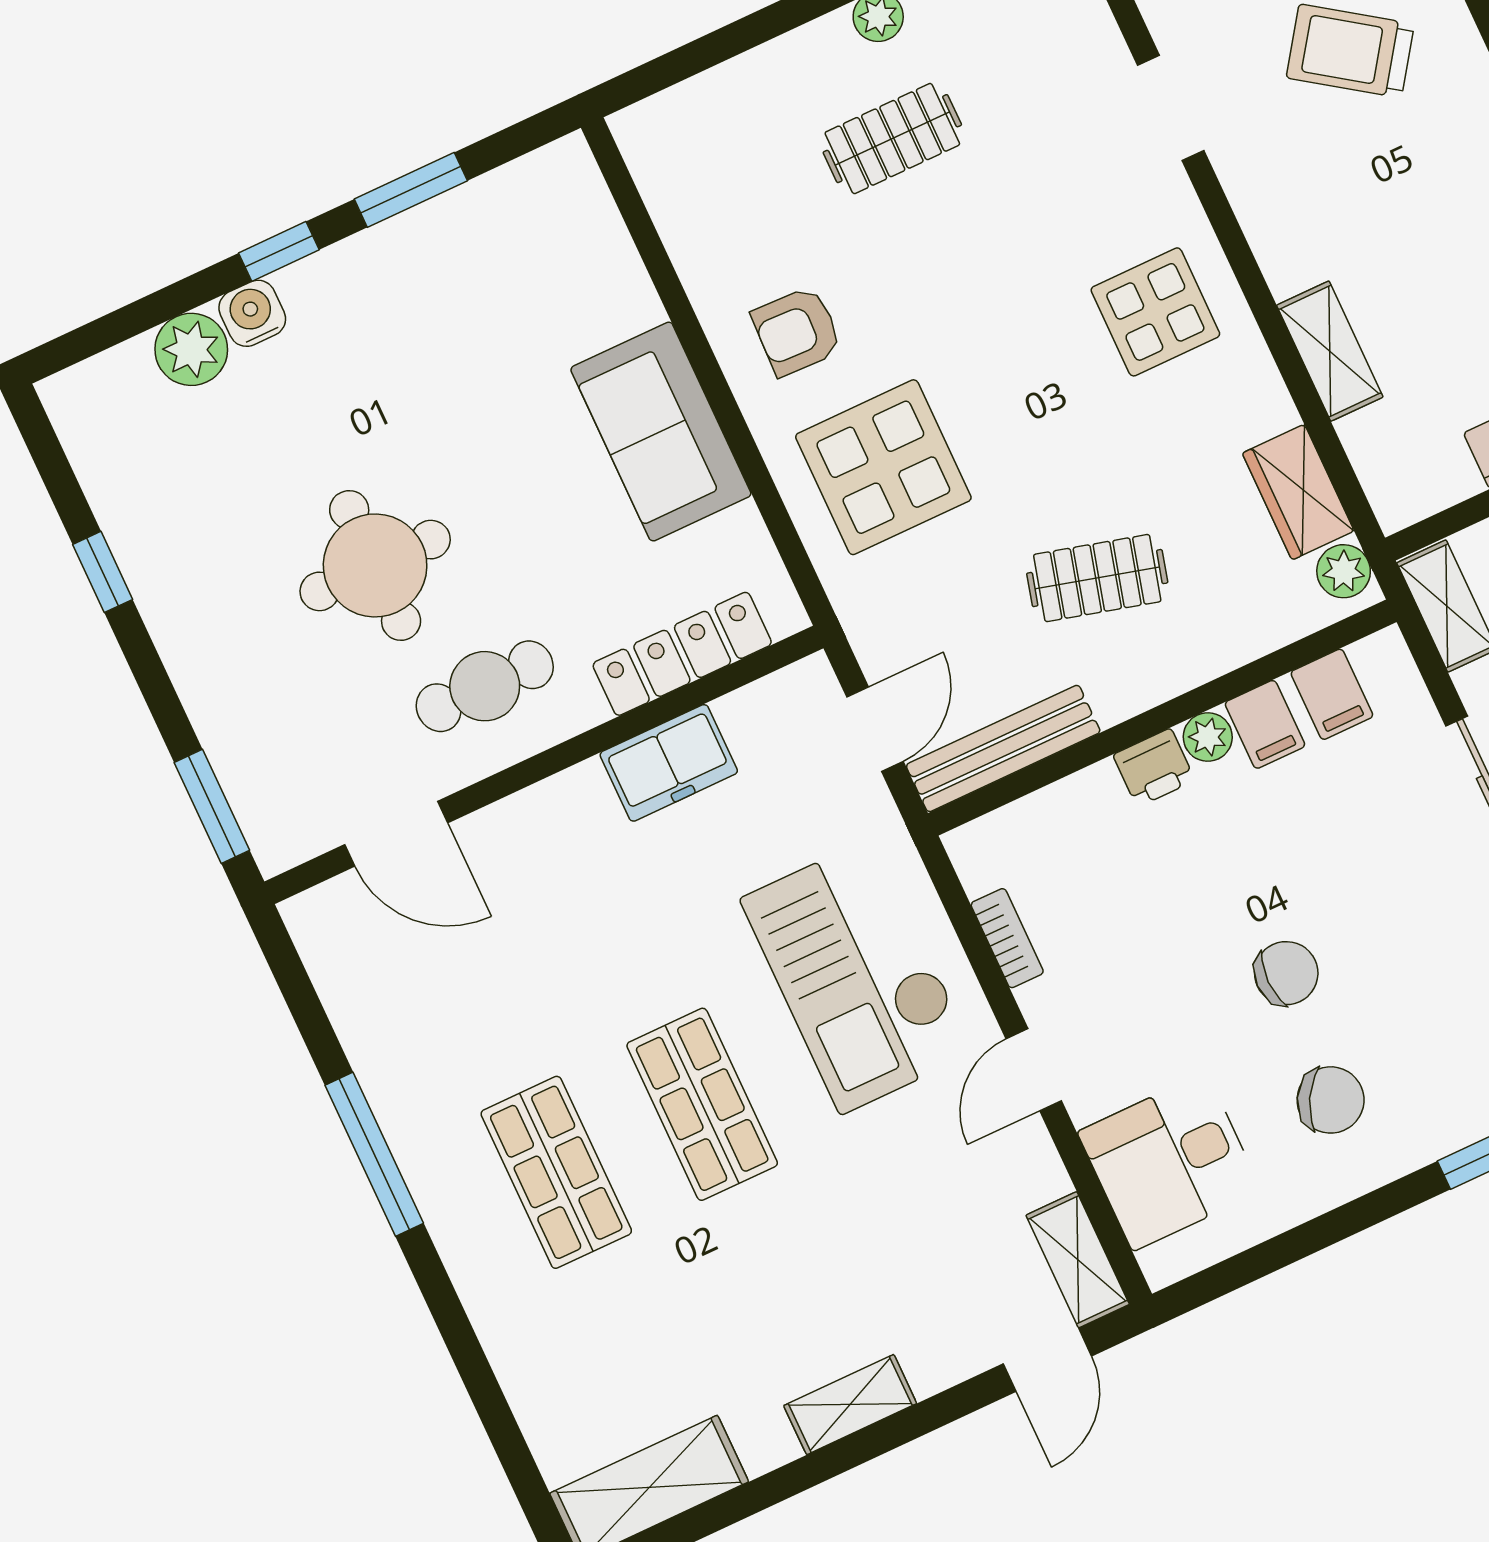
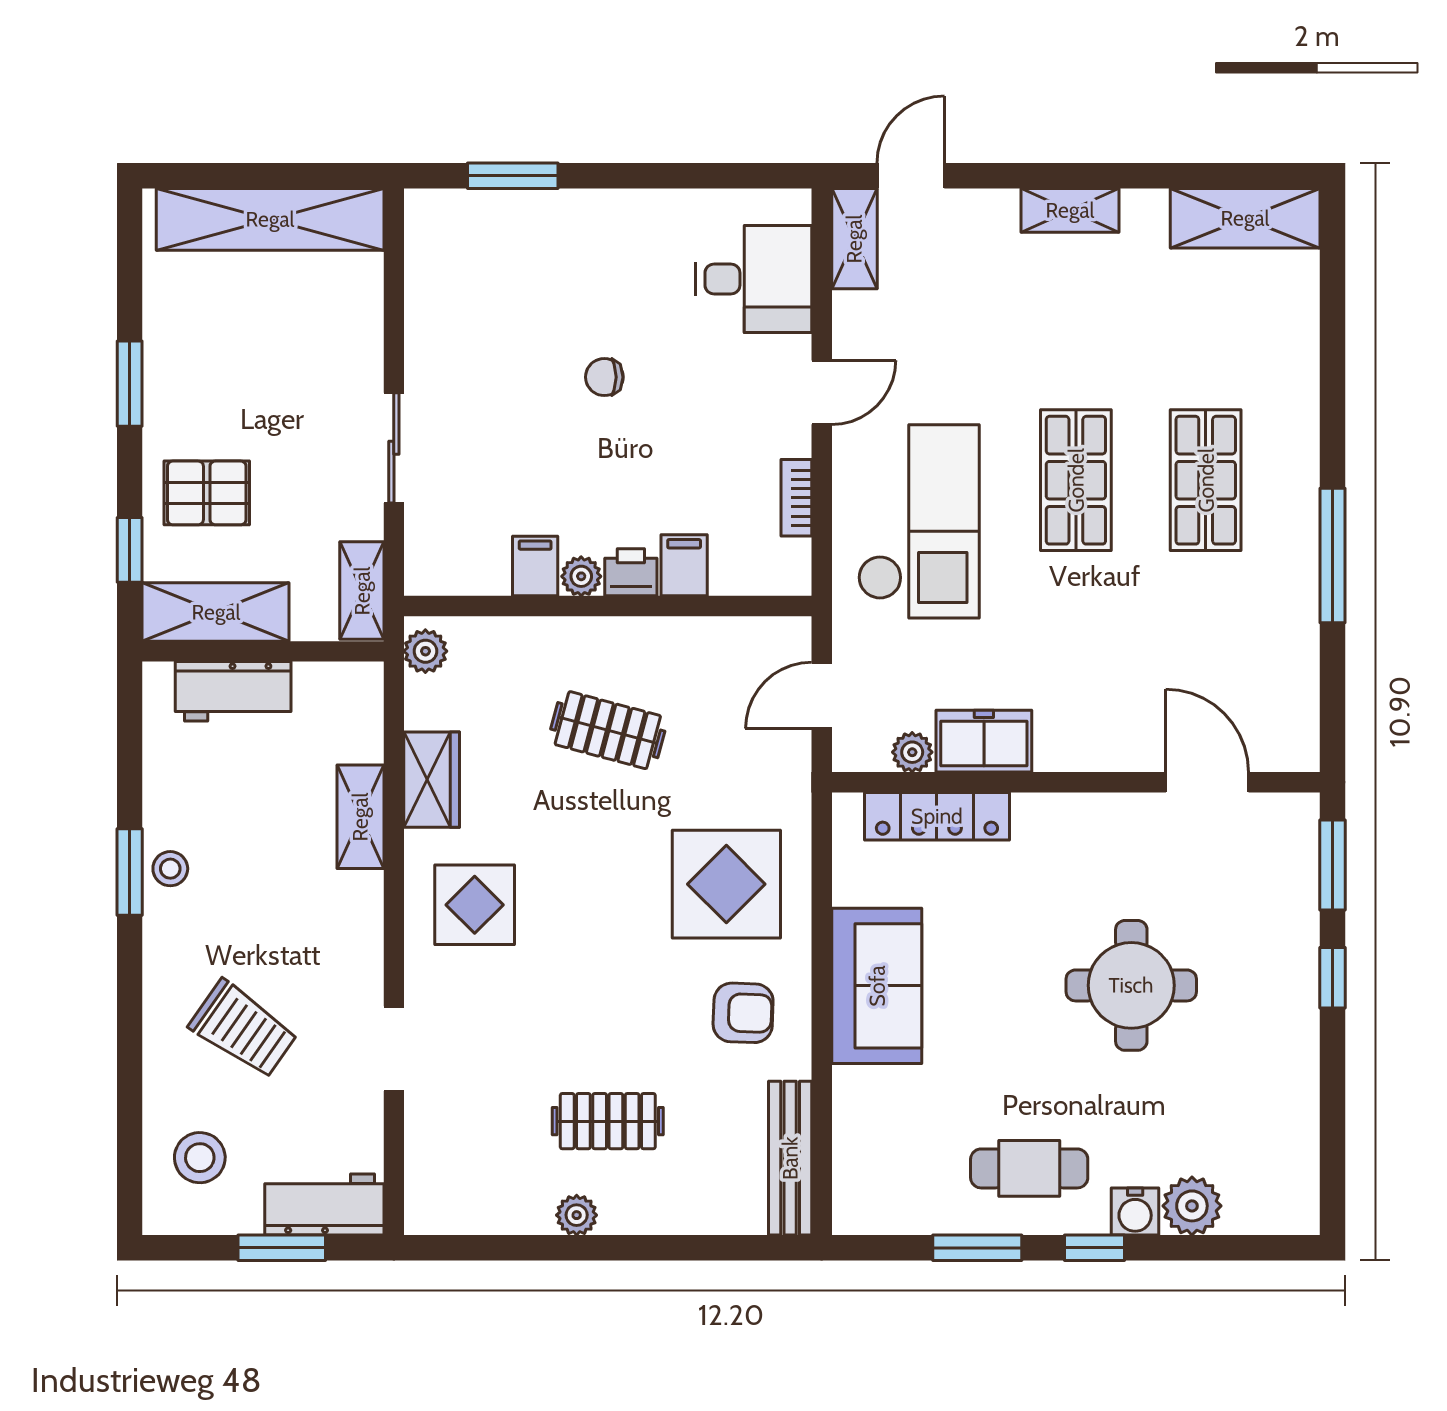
wardrobe: (1298, 492) -> (432, 780), moved
window: (103, 572) -> (1333, 978), moved
cafe table: (485, 686) -> (1029, 1168), moved
filing cabinet: (1332, 694) -> (684, 565), moved
plant: (744, 713) -> (912, 752), added
bench: (1003, 748) -> (790, 1158), moved, turned 90
chair: (1286, 973) -> (604, 377), width x0.73, depth x0.73
chair: (1331, 1100) -> (615, 269), removed

